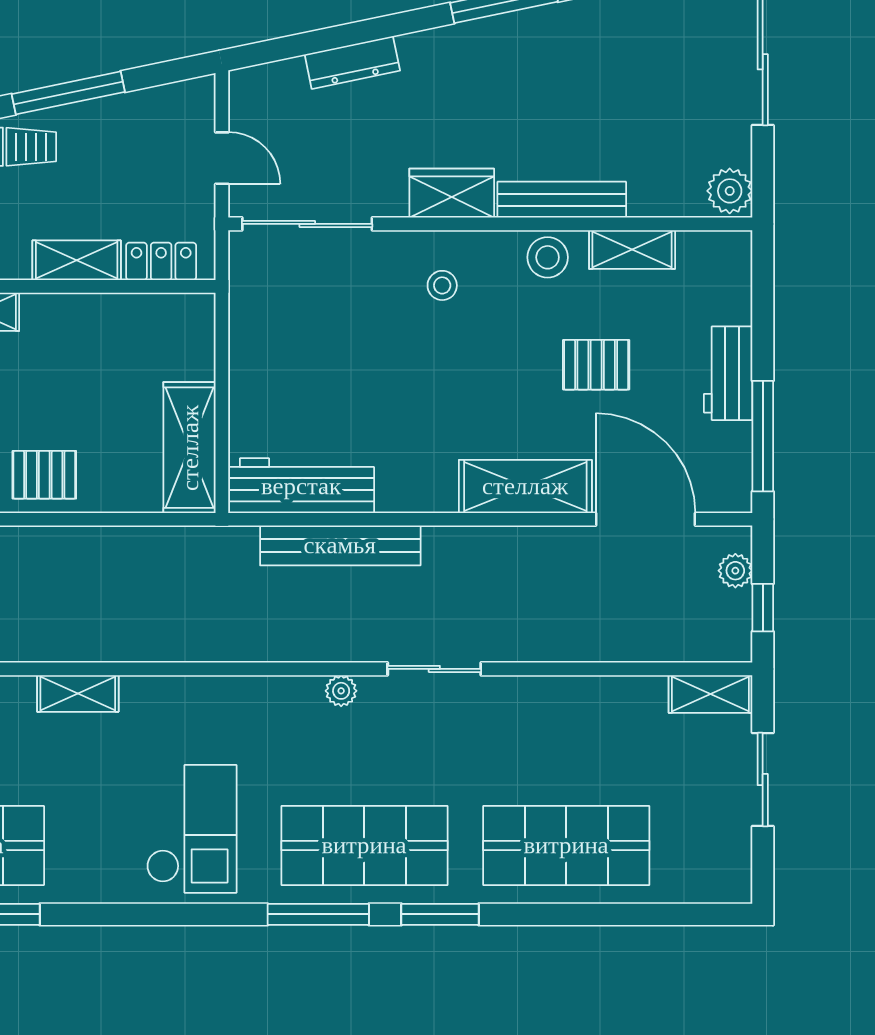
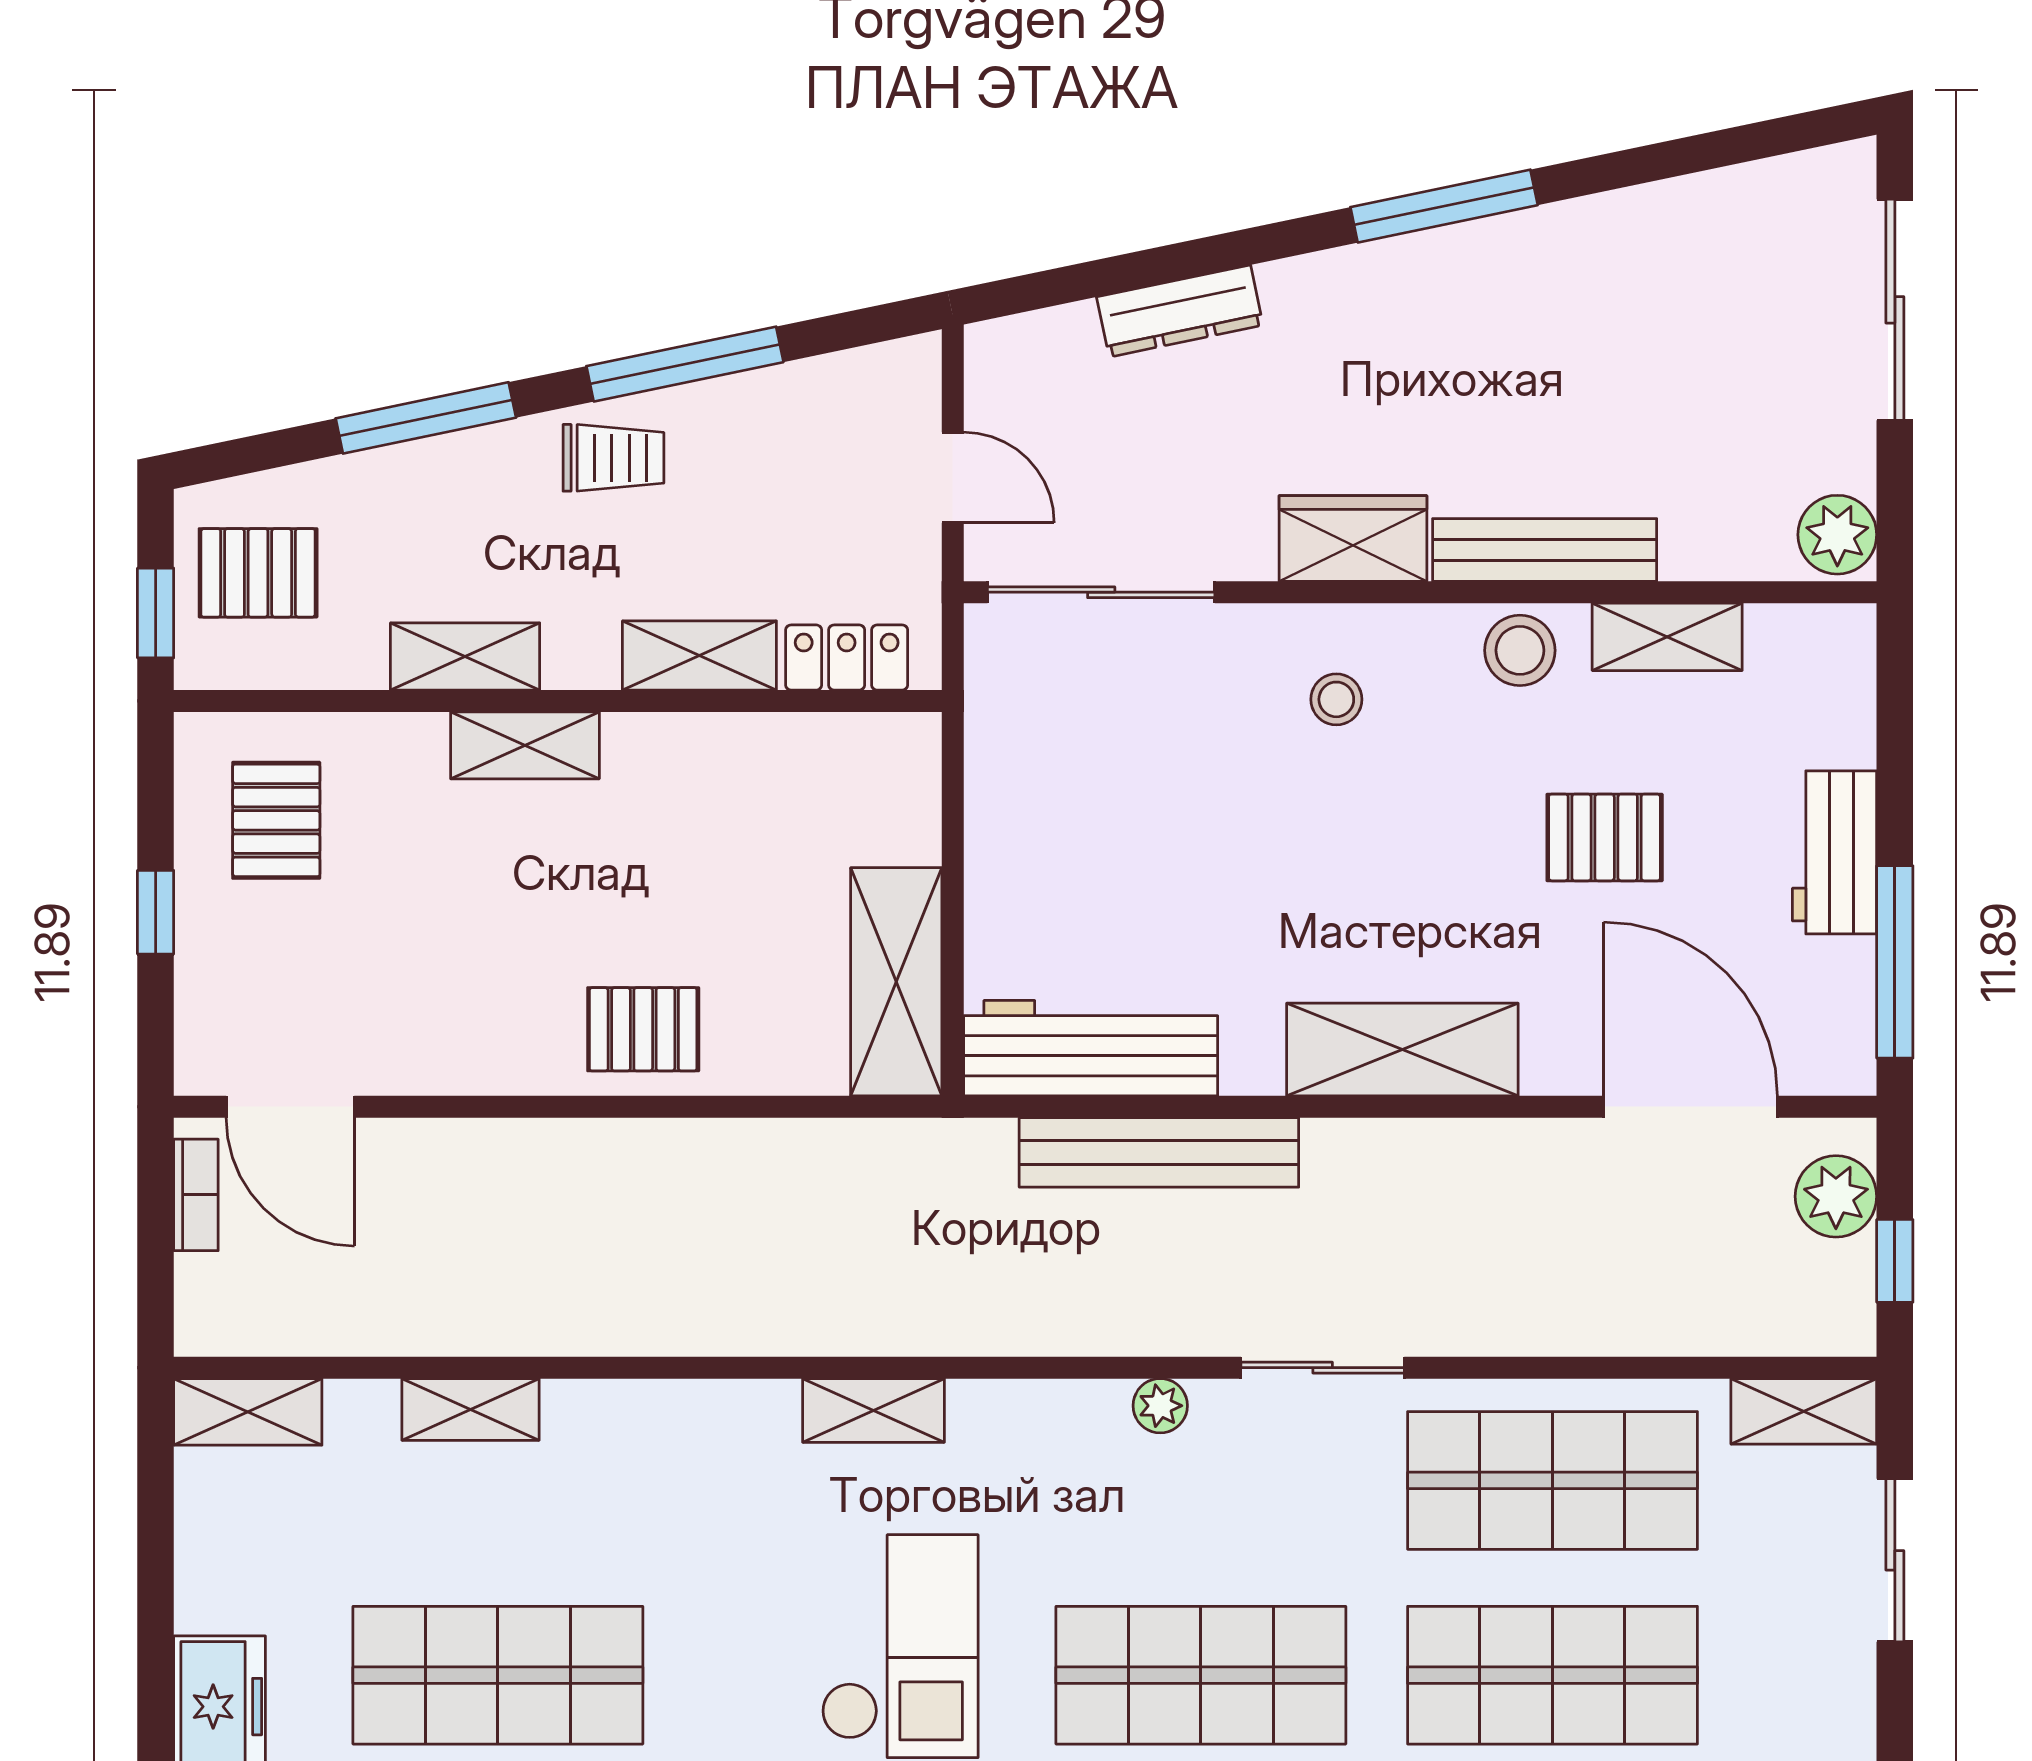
shelving: (525, 486) -> (1402, 1050), moved
plant: (735, 571) -> (1836, 1196), width x1.38, depth x1.38
shelving: (78, 694) -> (874, 1410), moved
shop shelf: (566, 734) -> (1552, 1480), added

